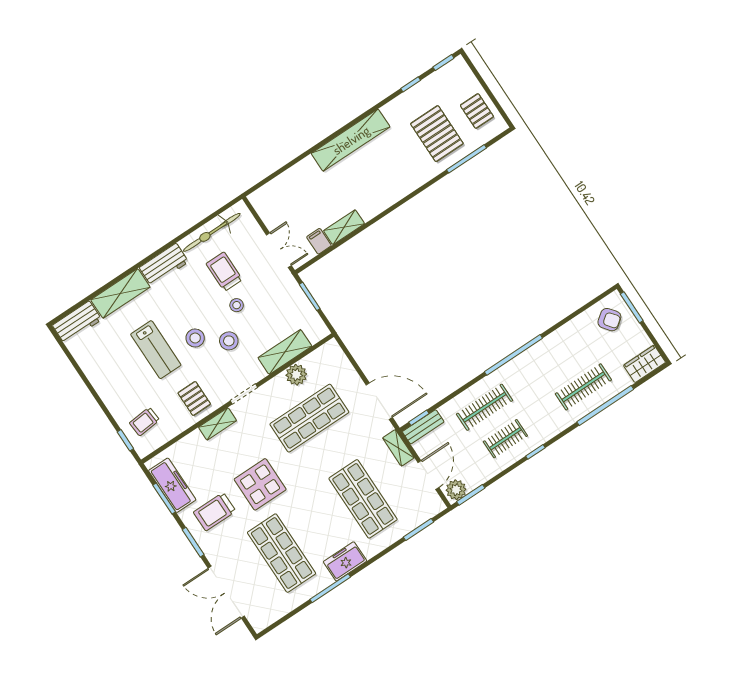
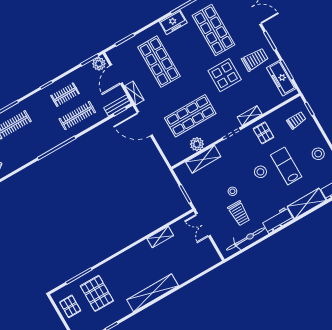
filing cabinet: (319, 241) -> (177, 229), removed
stool: (229, 341) -> (318, 154), moved

